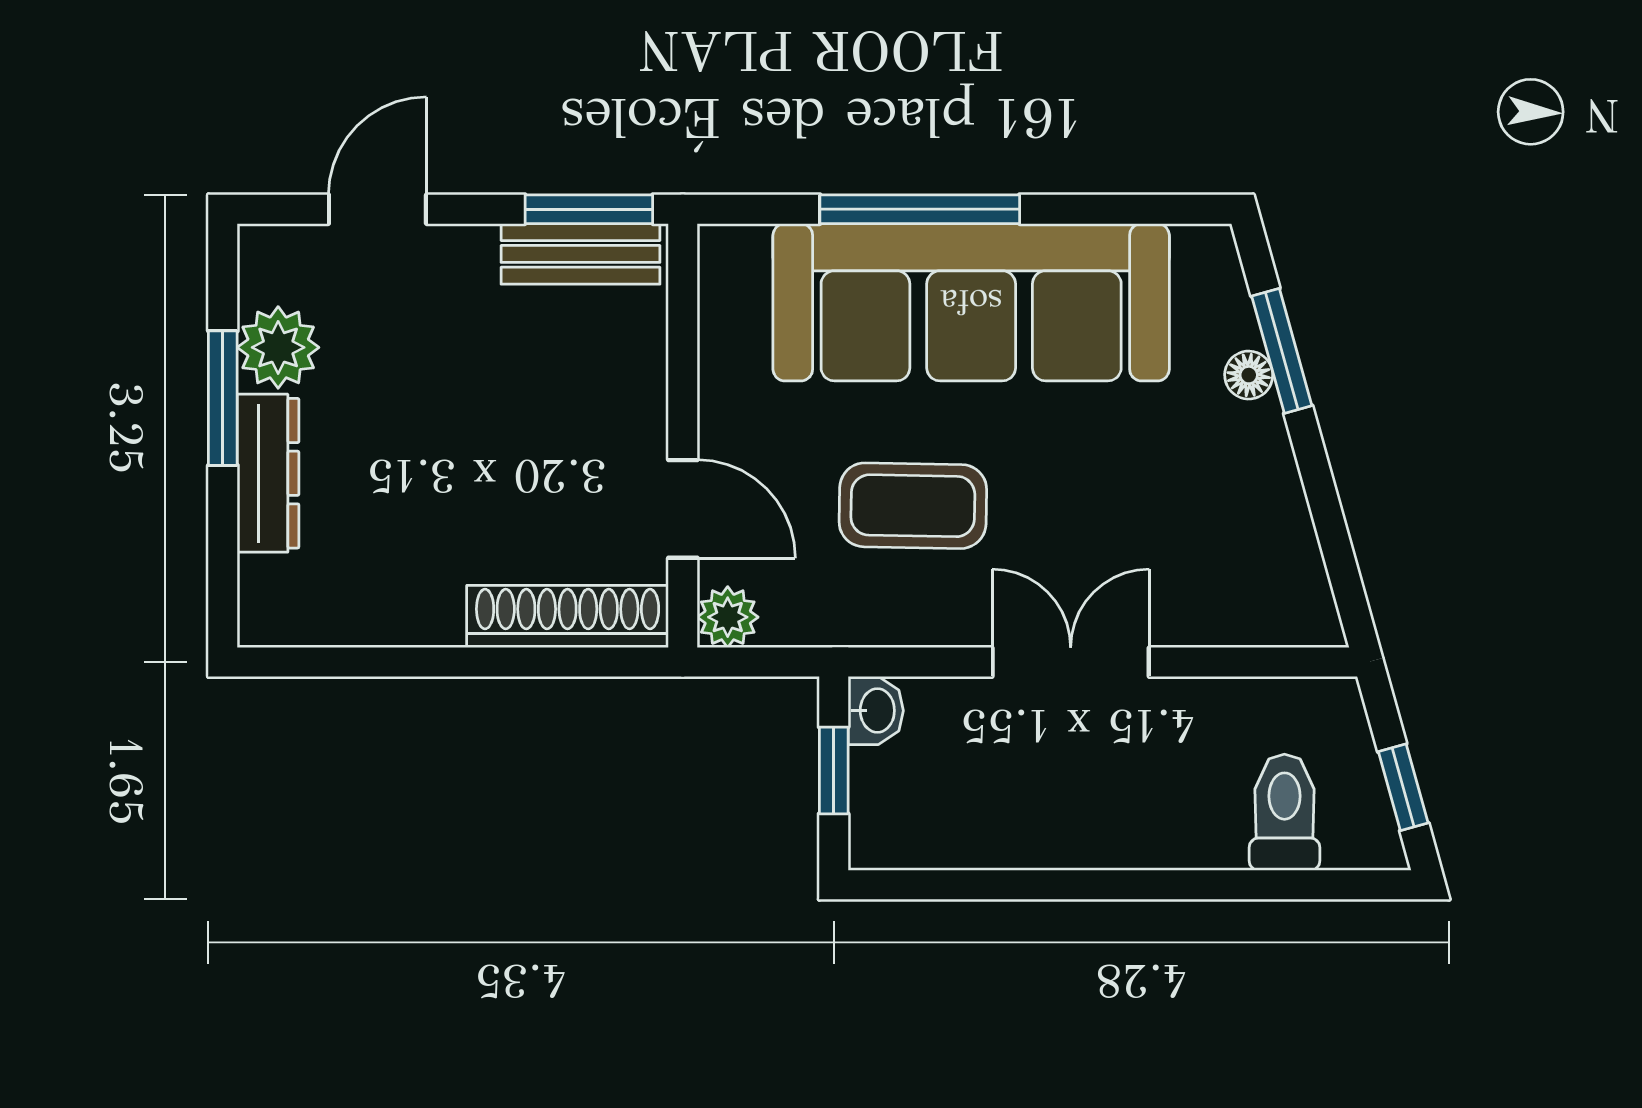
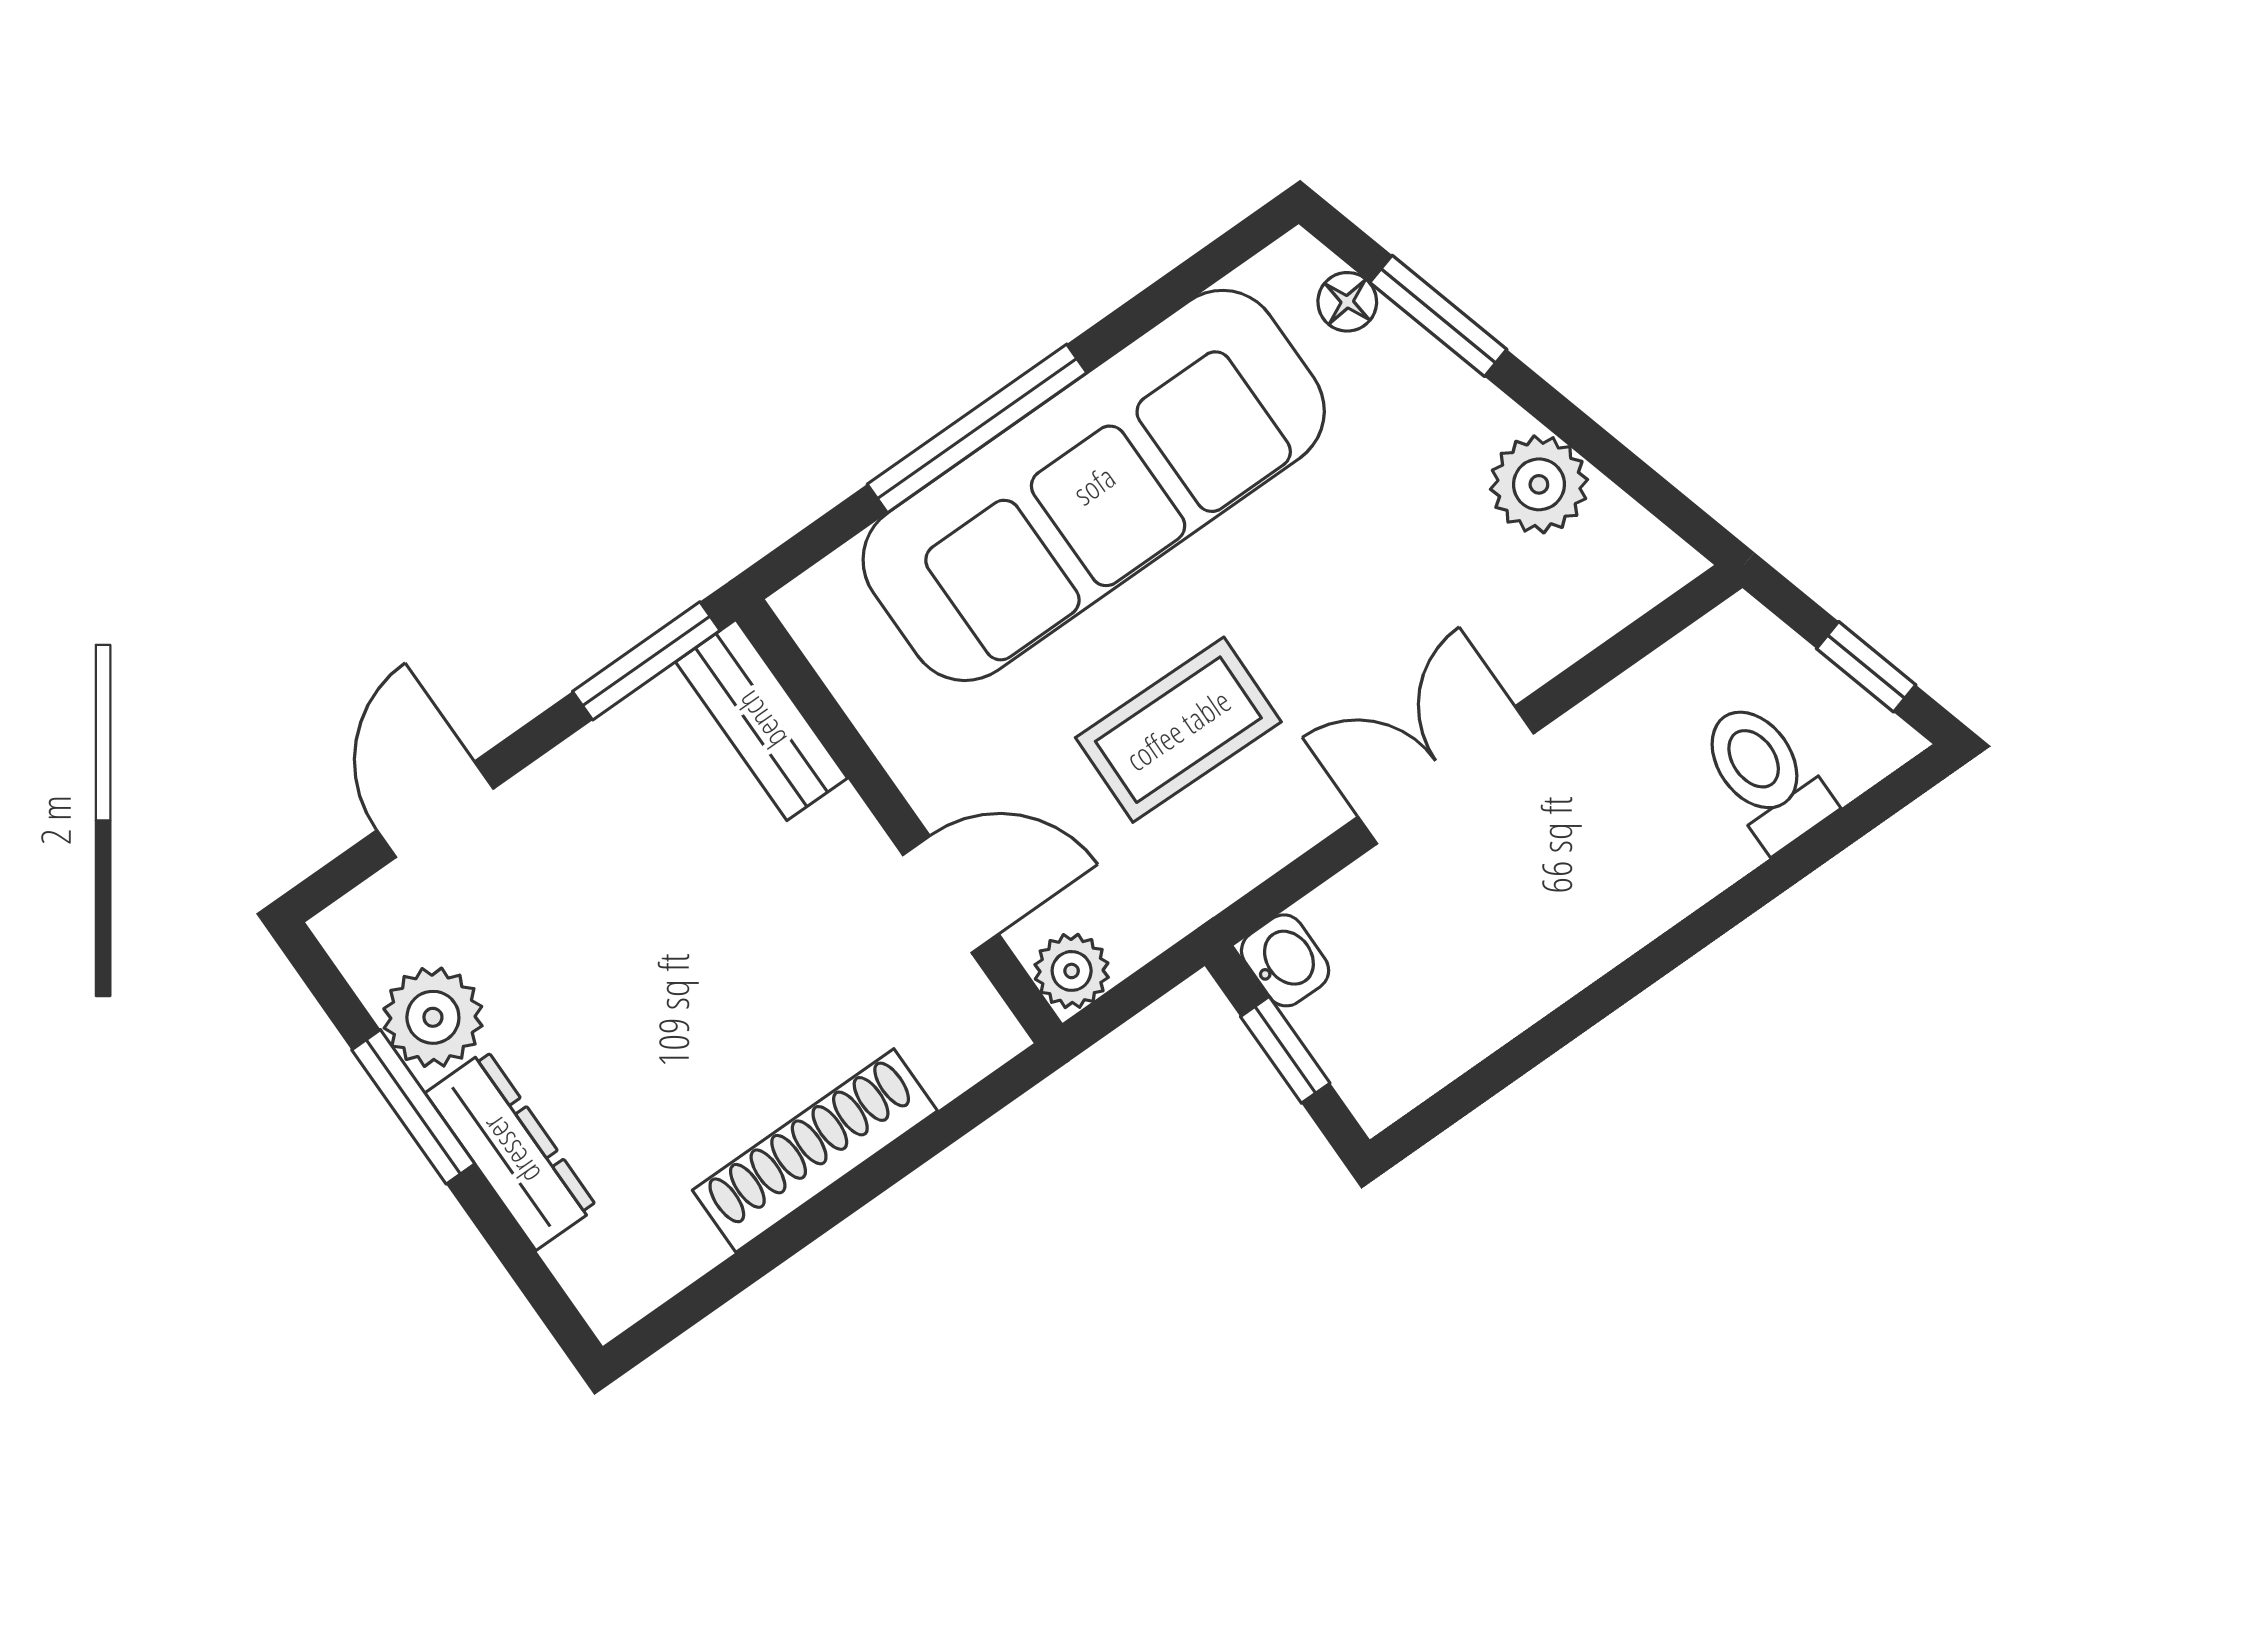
bench: (581, 254) -> (761, 720), moved, turned 90
floor lamp: (1249, 375) -> (1347, 302), moved
plant: (1270, 511) -> (1539, 484), added
shoe rack: (568, 617) -> (815, 1151), moved

